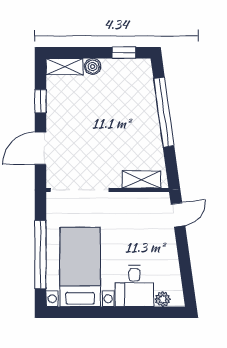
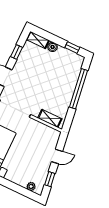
door: (178, 215) -> (57, 156), moved
window: (186, 274) -> (50, 179), added
desk: (134, 286) -> (20, 173), removed

